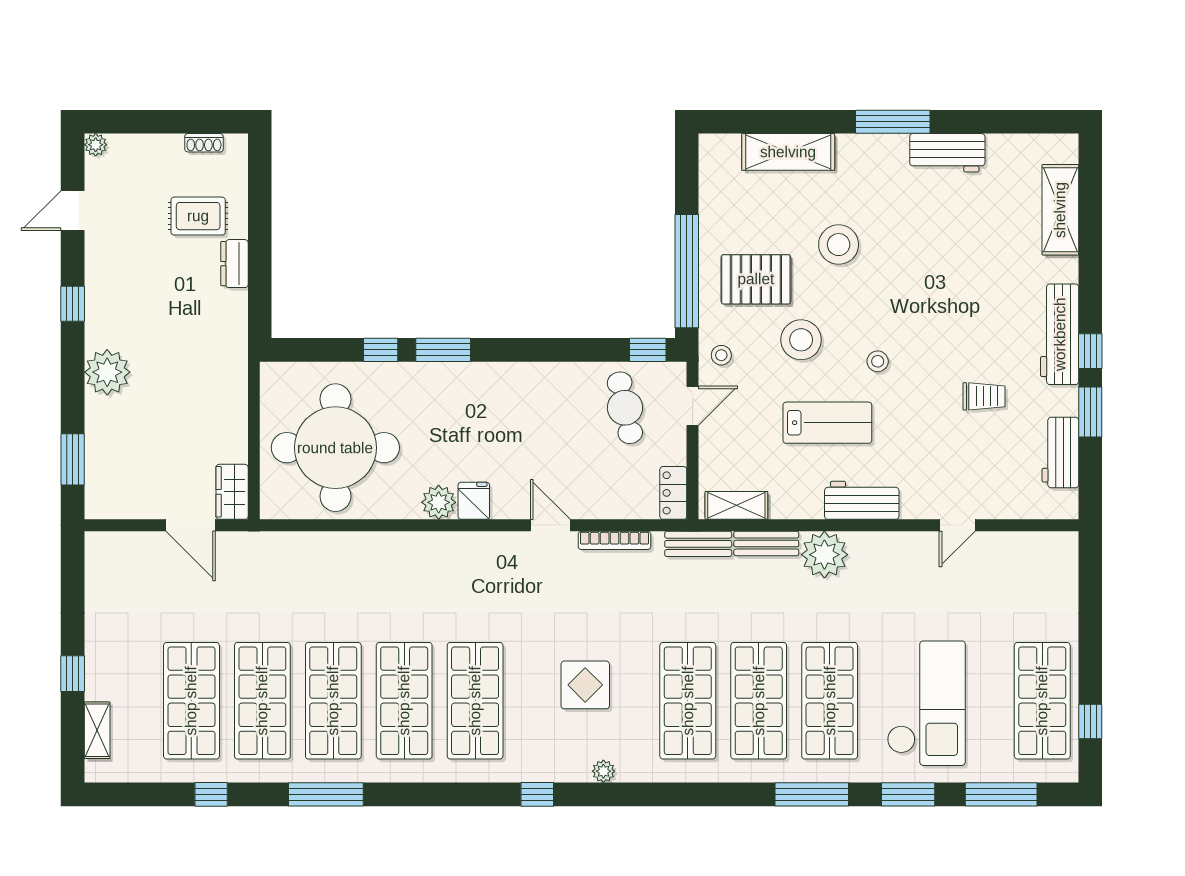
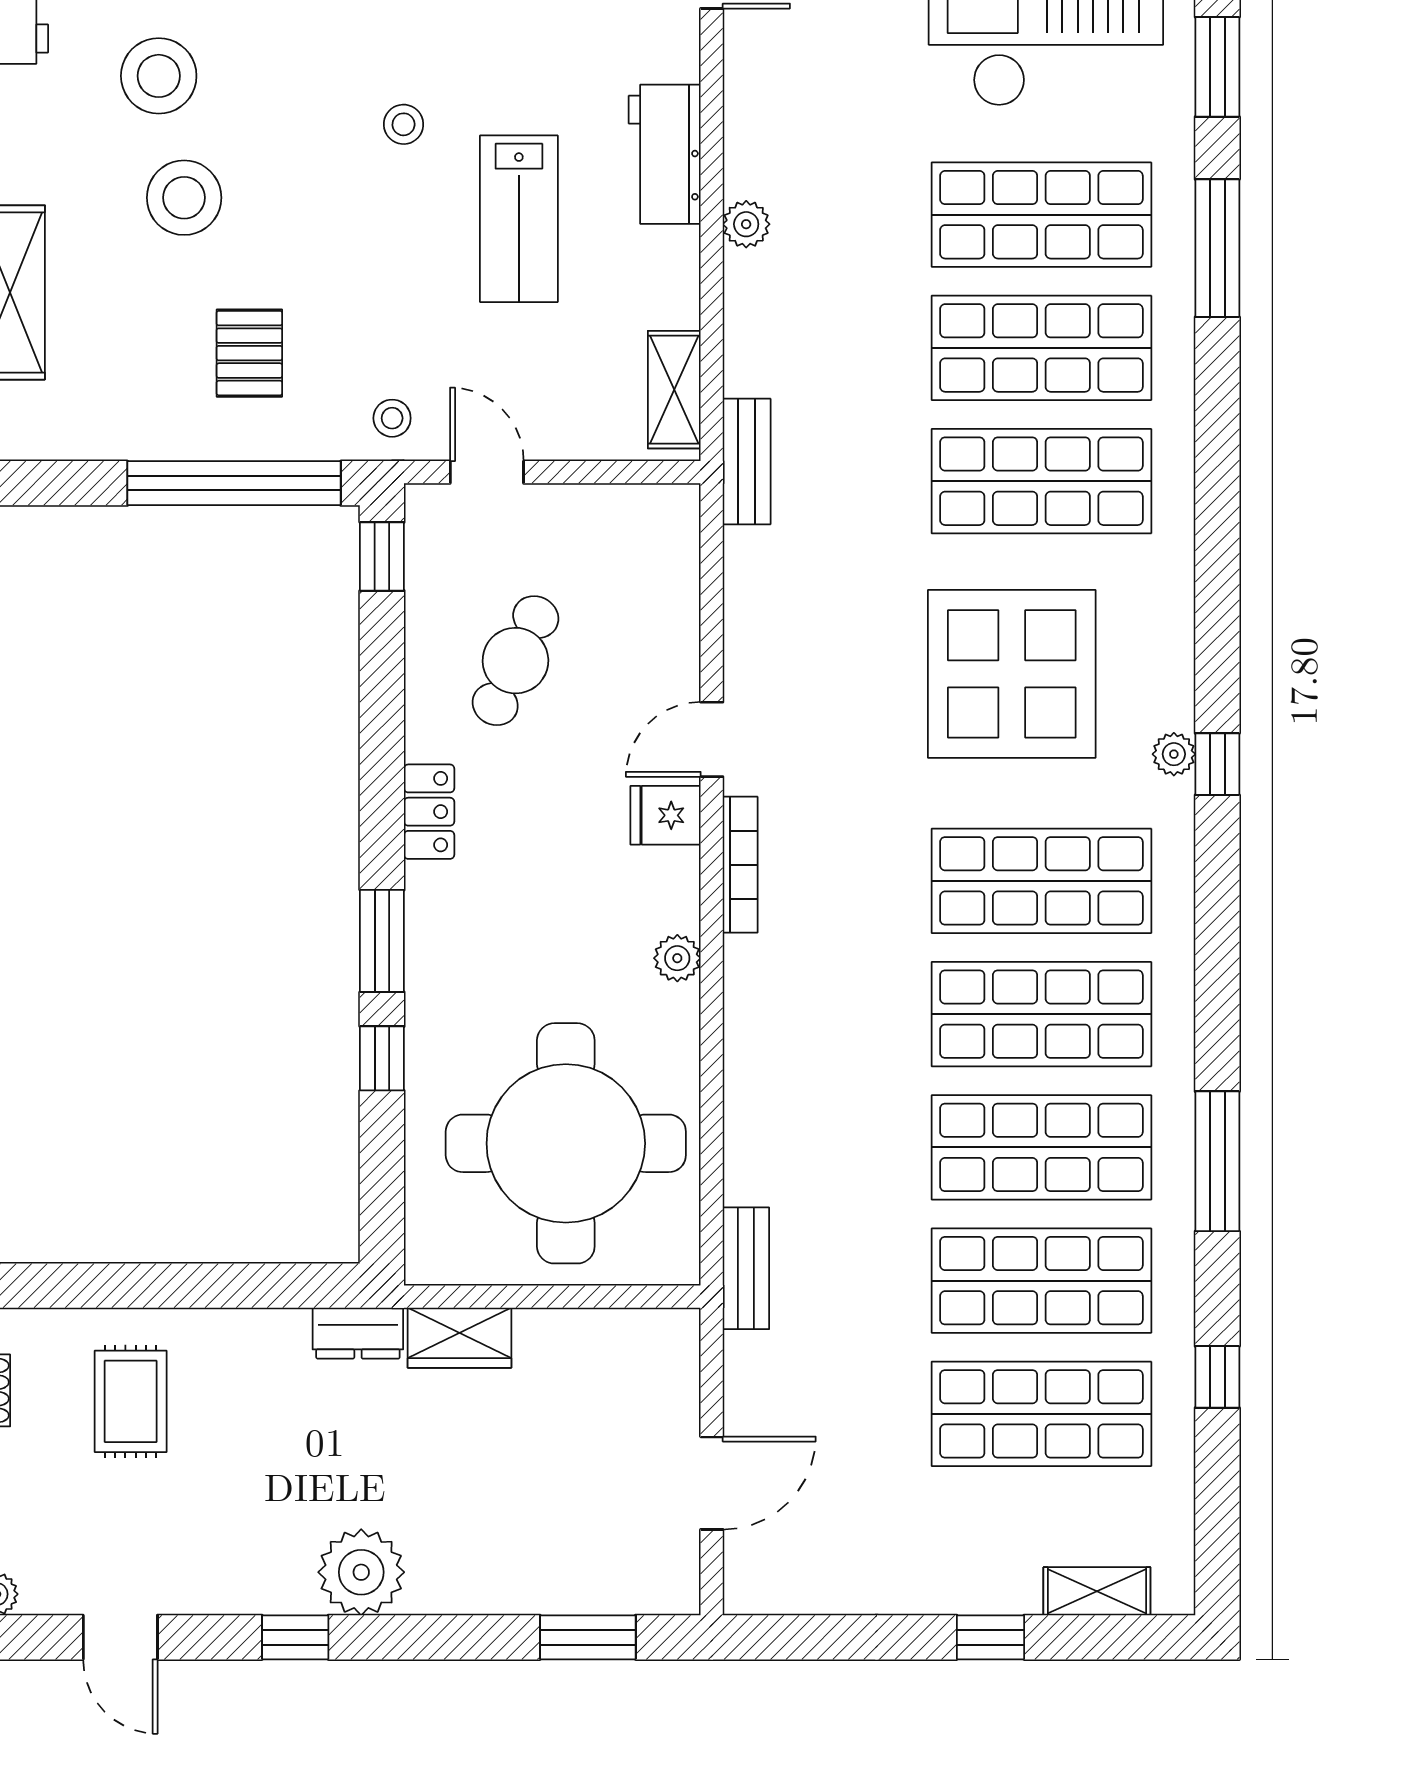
dresser: (234, 264) -> (358, 1333), moved
pallet: (756, 279) -> (249, 353), width x0.67, depth x0.71
stool: (801, 340) -> (159, 76), moved
plant: (107, 372) -> (361, 1572), moved
cafe table: (625, 408) -> (515, 661), moved, turned -53
lab bench: (827, 423) -> (519, 219), turned 180
wardrobe: (232, 492) -> (460, 1338), moved
locker: (673, 493) -> (429, 812), moved, turned -90
fridge: (474, 501) -> (666, 815), moved
plant: (439, 502) -> (677, 958), width x0.73, depth x0.73
door: (191, 525) -> (712, 1483), moved
bookcase: (615, 540) -> (740, 865), moved
bench: (766, 543) -> (746, 1268), moved
plant: (824, 555) -> (746, 224), width x0.53, depth x0.53
display table: (585, 685) -> (1012, 674), width x1.86, depth x1.86
plant: (603, 771) -> (1174, 754), moved

